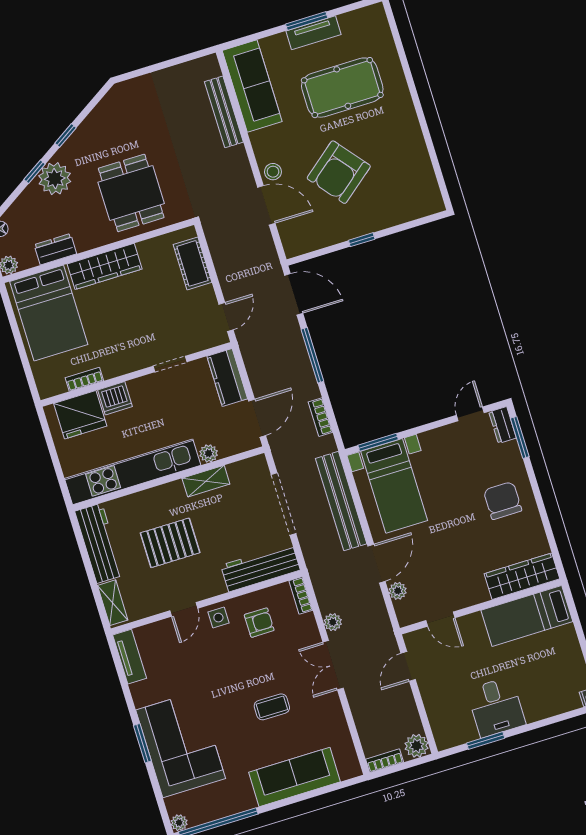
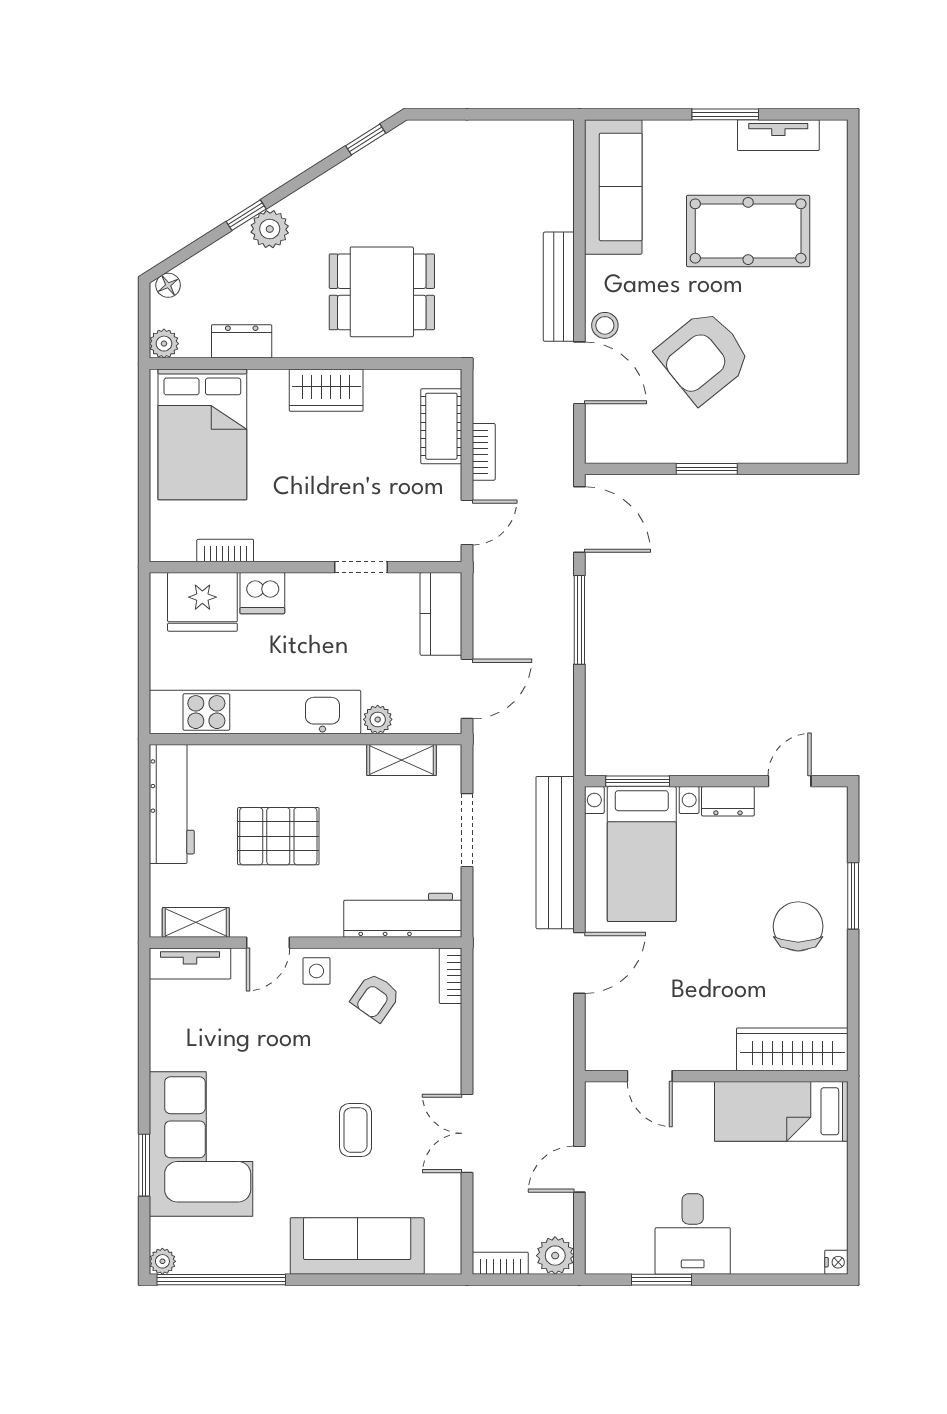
tv unit: (313, 33) -> (778, 135), moved
bench: (224, 112) -> (559, 287), moved
window: (66, 135) -> (366, 139), moved
plant: (55, 179) -> (270, 229), width x0.73, depth x0.73
dining table: (131, 193) -> (382, 292), turned 90
window: (362, 240) -> (707, 469), width x1.50
wardrobe: (105, 266) -> (326, 390), width x0.67
bookcase: (320, 417) -> (484, 452), moved, turned 180
dresser: (503, 425) -> (728, 801), moved, turned -90
window: (520, 437) -> (853, 896), moved
shelving: (206, 481) -> (401, 760), moved
doorway: (284, 504) -> (467, 830), width x0.73
plant: (398, 591) -> (599, 1014), removed
shelving: (113, 603) -> (196, 922), moved, turned 90
plant: (333, 622) -> (486, 1031), removed
armchair: (259, 623) -> (375, 997), turned 125
tv unit: (130, 657) -> (190, 963), moved, turned 90
double door: (333, 665) -> (467, 1133), moved
door: (408, 666) -> (579, 1169), moved
coffee table: (272, 707) -> (356, 1130), turned 90
window: (142, 743) -> (144, 1165), moved

